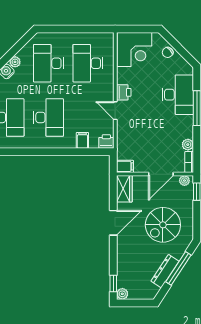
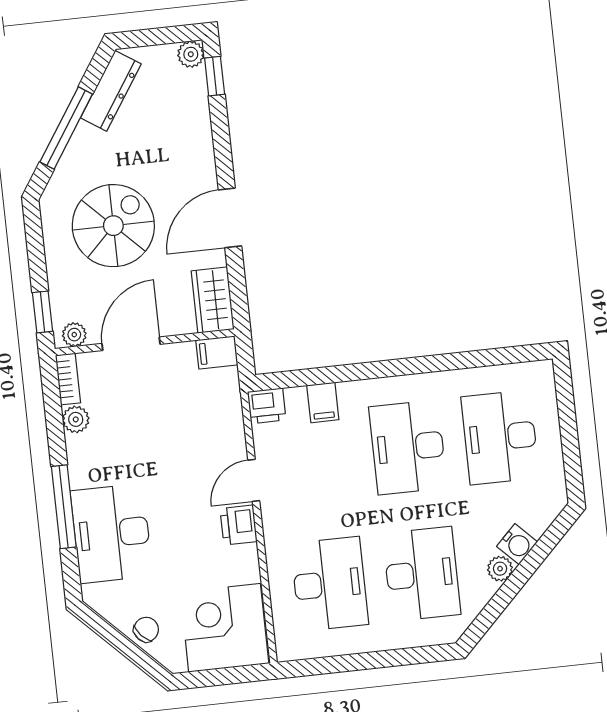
door: (115, 111) -> (254, 480), swing flipped
dresser: (165, 271) -> (111, 91), moved

